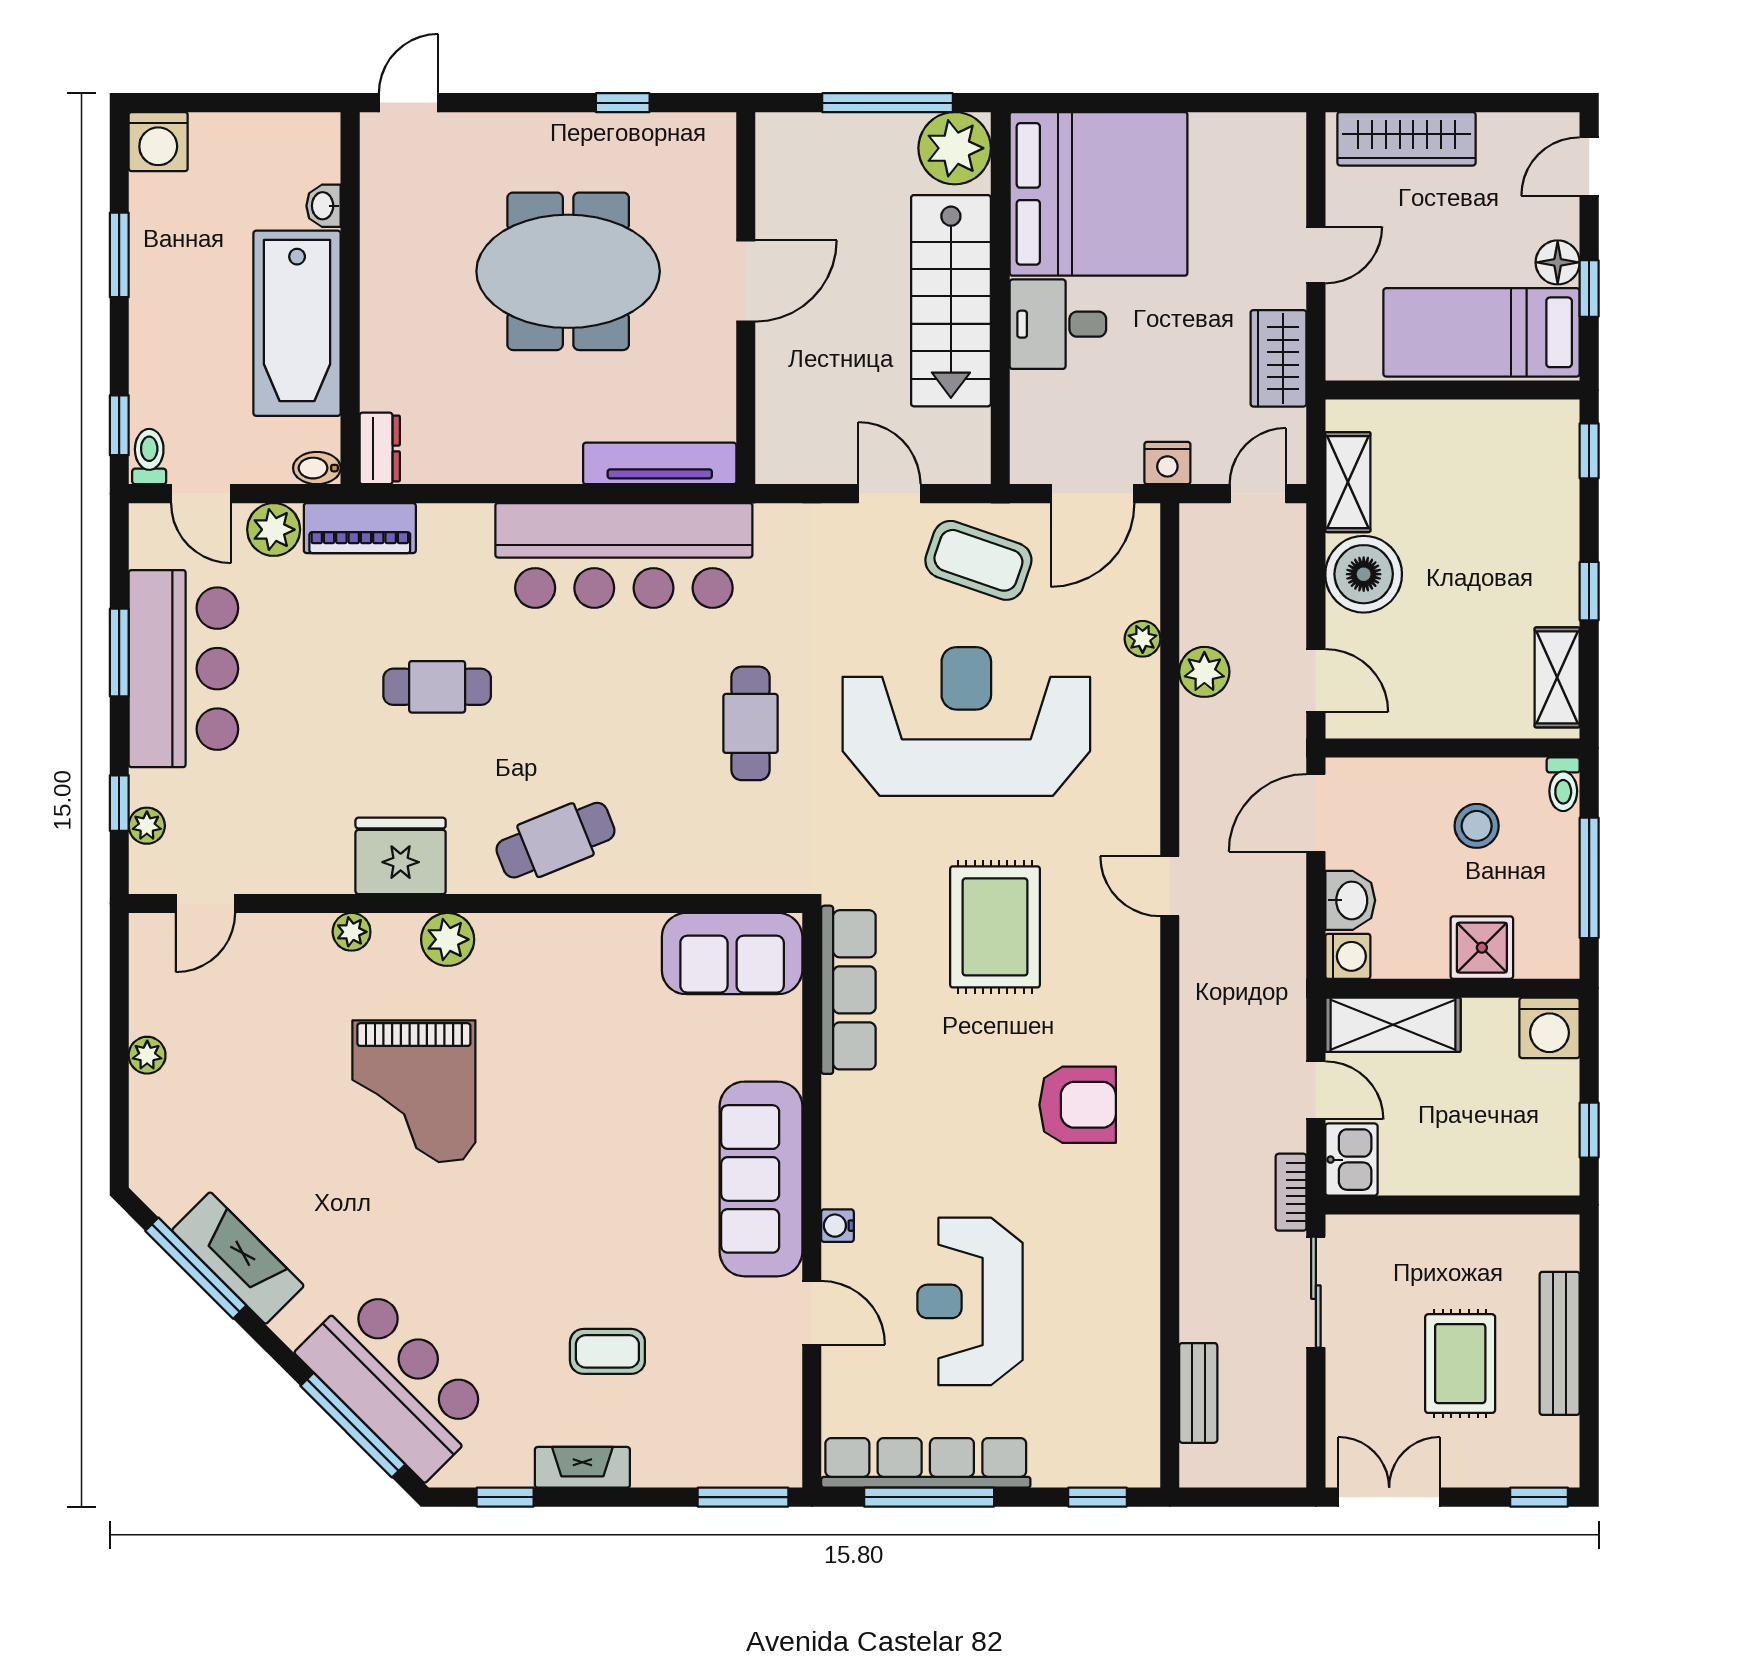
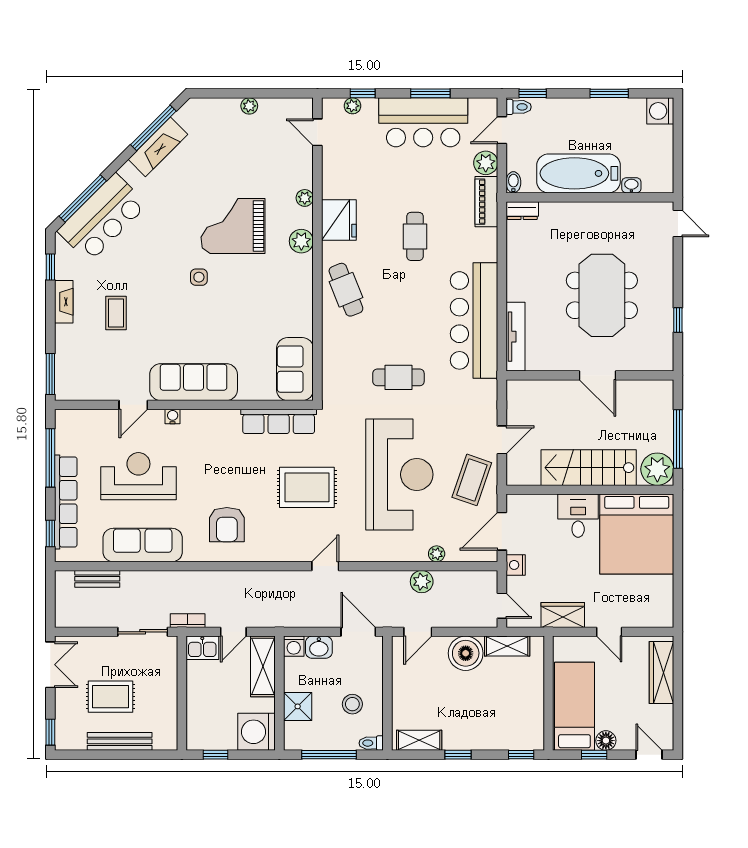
door: (1092, 494) -> (502, 531), hinge flipped
washing machine: (1549, 1028) -> (256, 732), width x1.37, depth x1.37
side table: (528, 1167) -> (199, 277), added
sofa: (1123, 1292) -> (143, 545), added
row of seats: (926, 1463) -> (66, 502), moved

